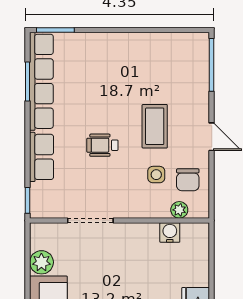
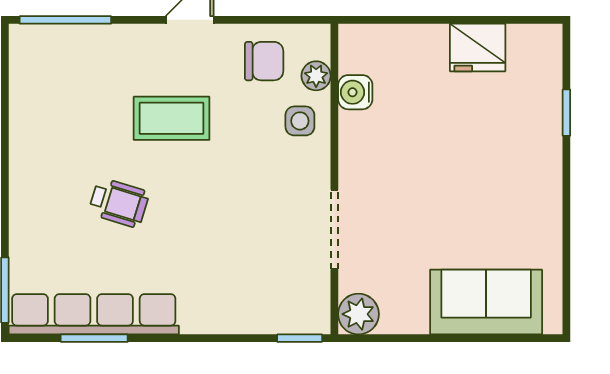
wheelchair: (102, 145) -> (119, 203), moved, turned -73
row of seats: (42, 157) -> (225, 314), removed
side table: (156, 175) -> (300, 121), moved
plant: (41, 262) -> (358, 314), moved

